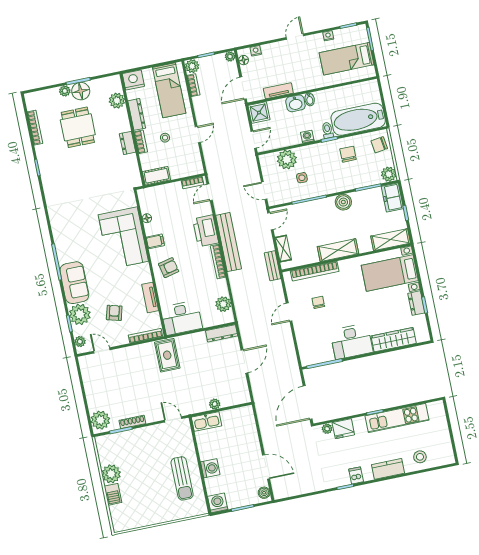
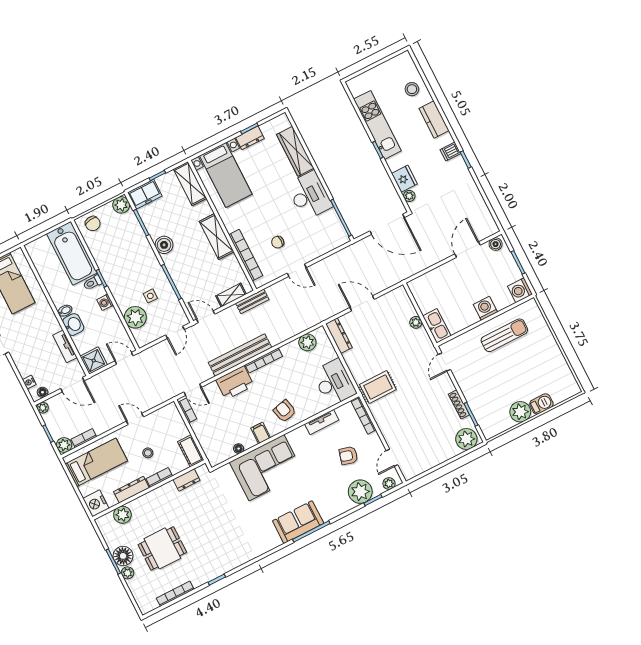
dresser: (127, 143) -> (186, 480), moved
chair: (348, 154) -> (112, 254), removed
sofa: (74, 283) -> (298, 522), moved

